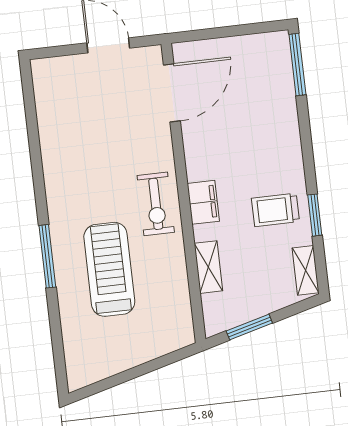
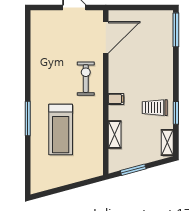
filing cabinet: (203, 202) -> (116, 99), width x0.50
exercise bike: (156, 204) -> (86, 79), moved, turned 180
treadmill: (109, 269) -> (61, 130), turned 180

